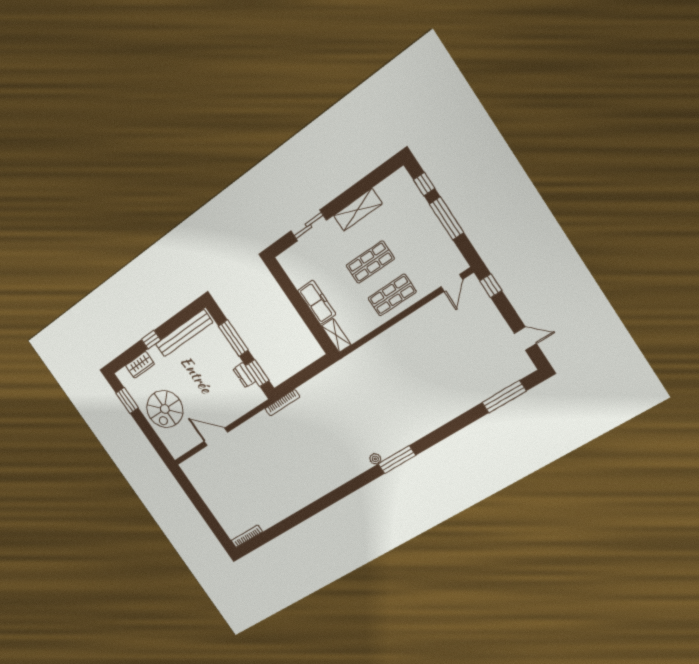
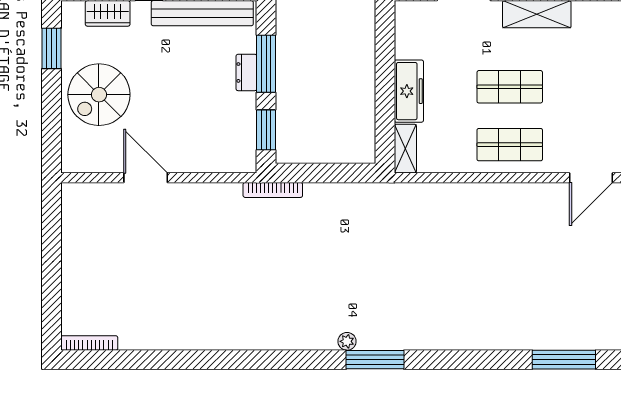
door: (452, 283) -> (591, 178), width x1.38
dresser: (244, 375) -> (246, 72), moved

